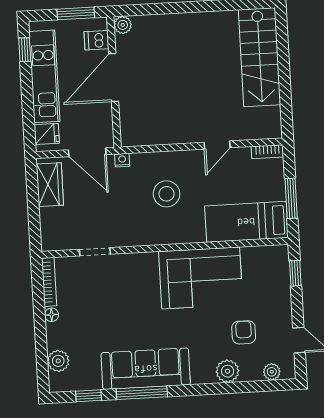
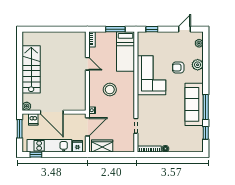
stairs: (260, 57) -> (31, 69), moved, turned -90
armchair: (244, 332) -> (178, 67), moved
plant: (58, 361) -> (188, 147), removed

